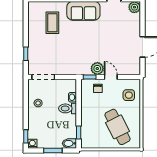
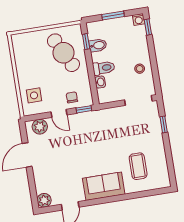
plant: (97, 69) -> (40, 127), moved
cafe table: (117, 127) -> (63, 53), moved
bidet: (69, 143) -> (98, 45), moved

